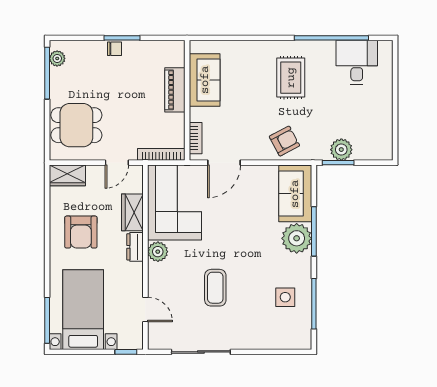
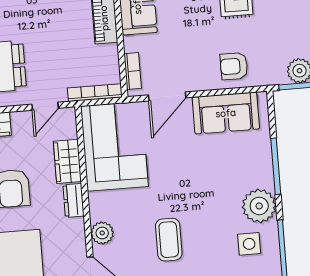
armchair: (284, 141) -> (234, 66), turned -152
sofa: (295, 194) -> (226, 113), moved, turned -90
plant: (297, 238) -> (259, 206), moved
plant: (158, 252) -> (102, 233), moved

